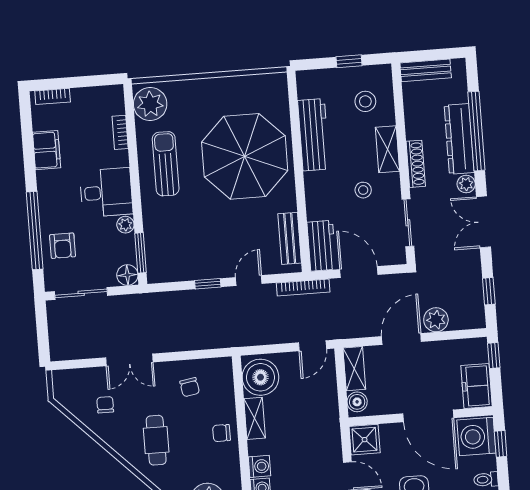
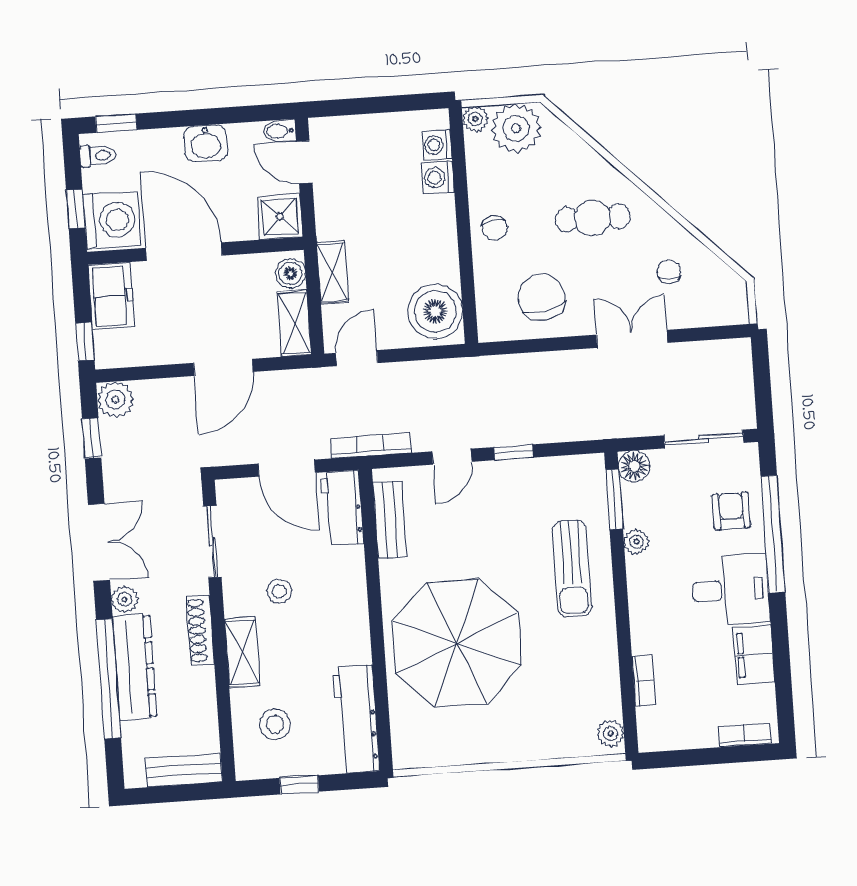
plant: (150, 104) -> (611, 733), width x0.53, depth x0.53
workbench: (314, 135) -> (356, 719), moved
sun lounger: (166, 164) -> (572, 568), moved
desk: (106, 192) -> (731, 590), moved, turned 180
plant: (436, 320) -> (115, 400), moved
chair: (190, 387) -> (542, 297), width x1.87, depth x1.87
chair: (105, 405) -> (669, 272), turned 180
shelving: (255, 418) -> (332, 272), moved
chair: (221, 433) -> (494, 228), turned 79
cafe table: (156, 440) -> (593, 218), turned 90

